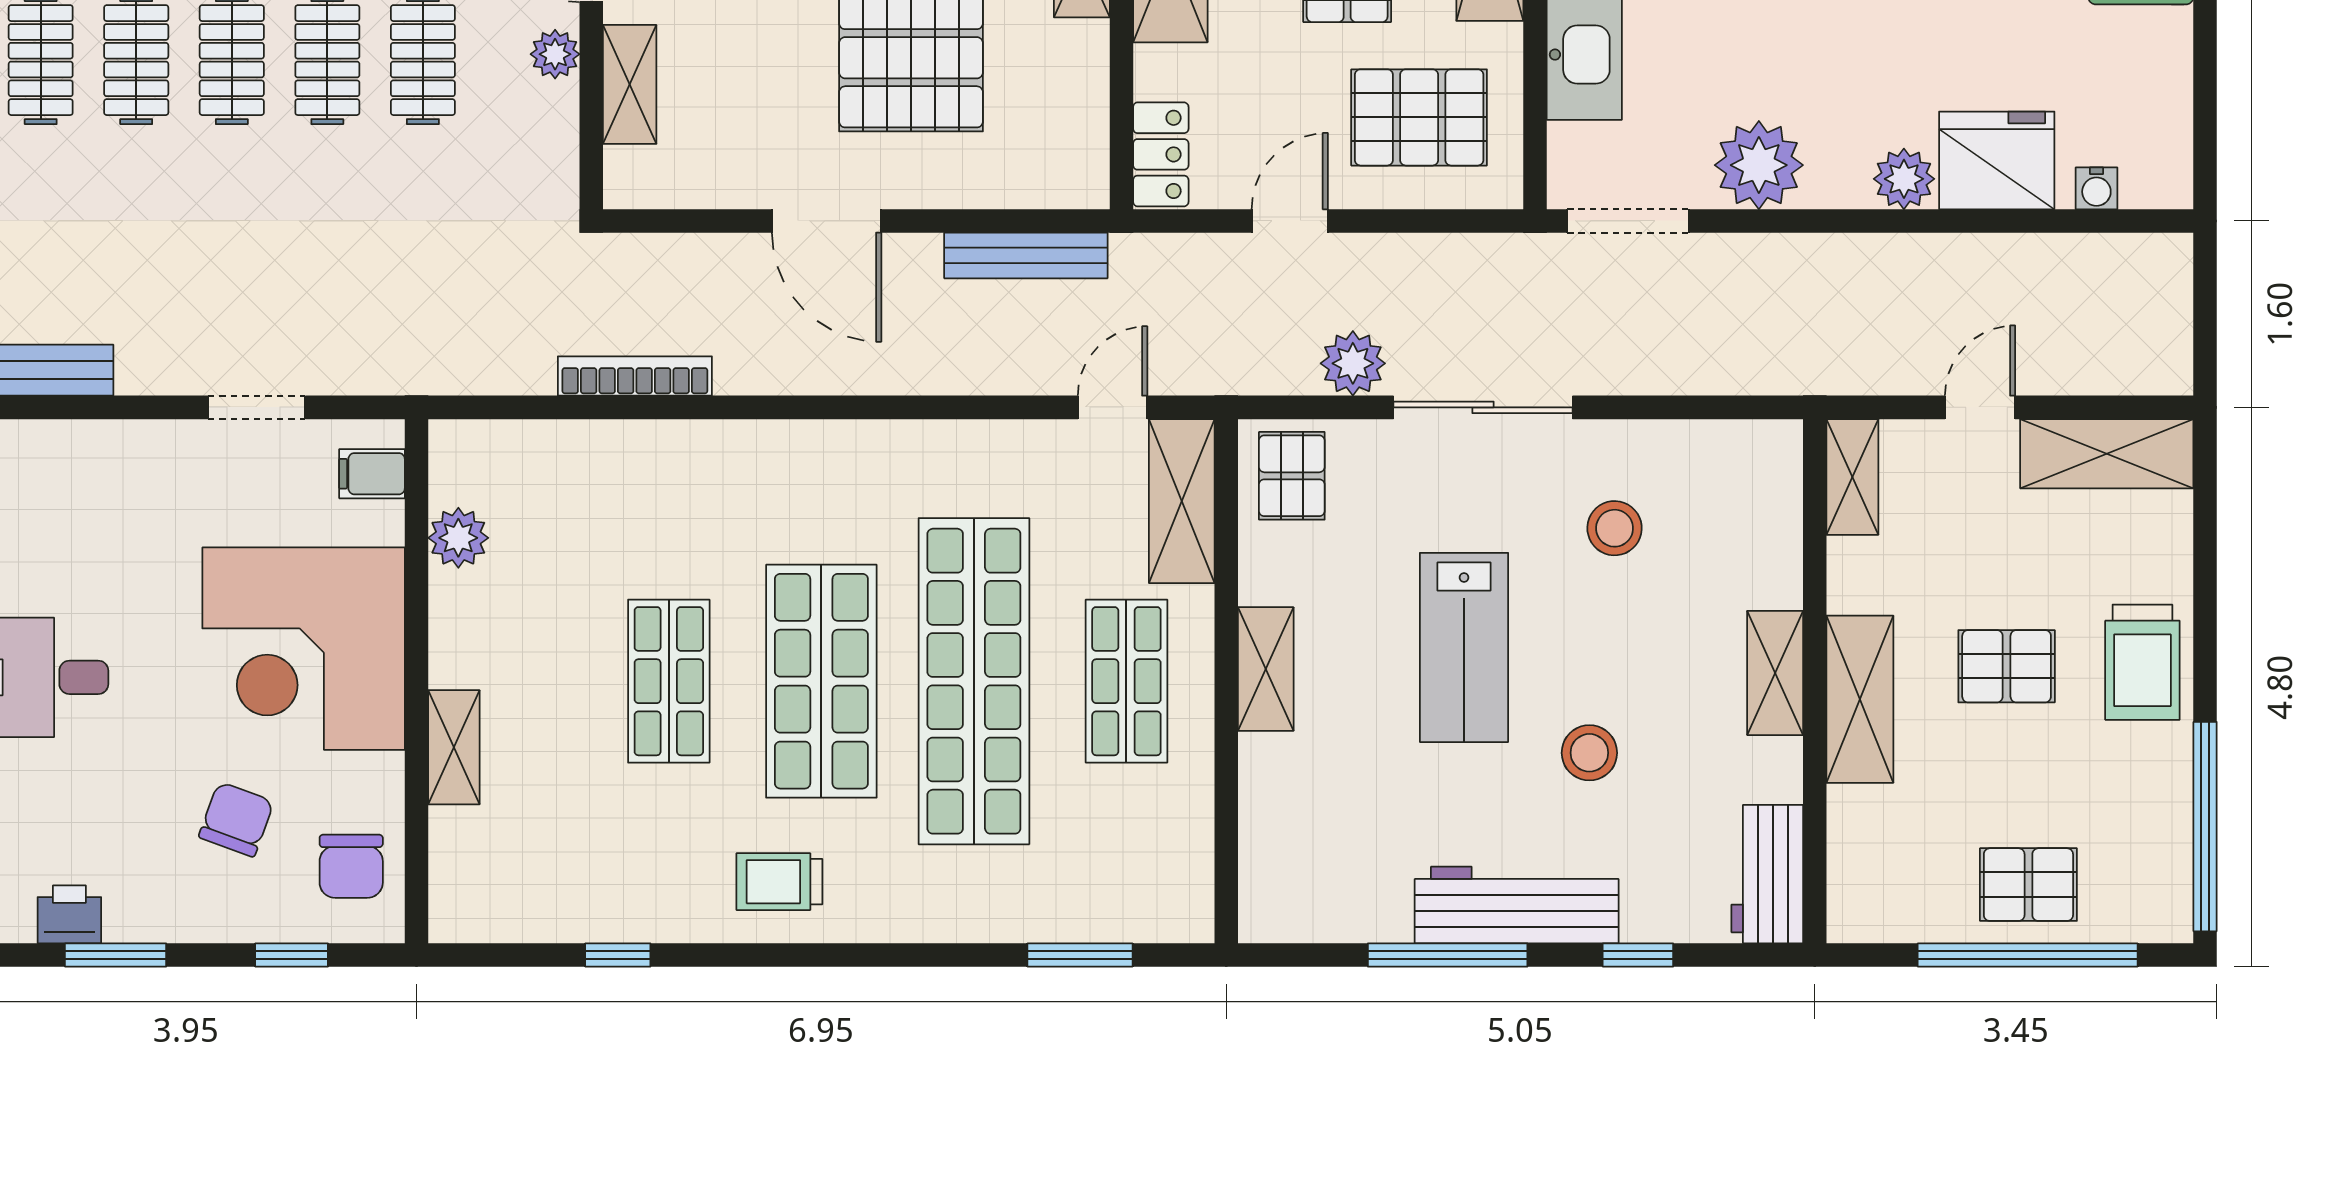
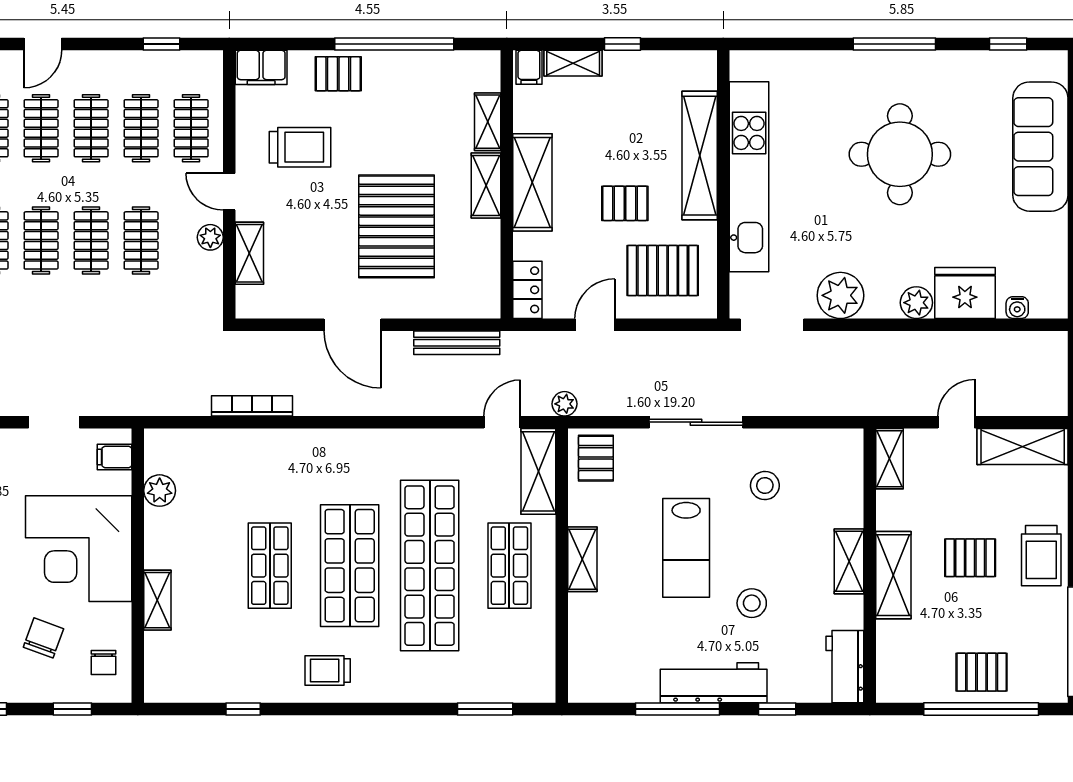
plant: (1353, 363) -> (565, 404), moved, width x0.73, depth x0.73
chair: (351, 866) -> (104, 662), width x0.73, depth x0.73

